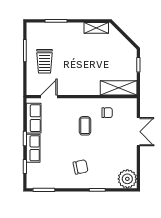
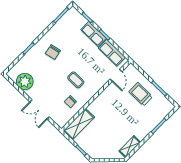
plant: (127, 179) -> (25, 82), moved

